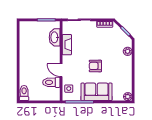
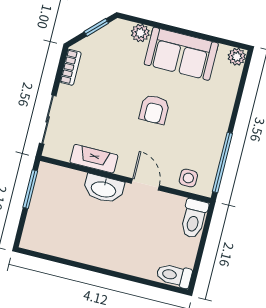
washbasin: (55, 37) -> (104, 189), moved
door: (61, 70) -> (145, 184), swing flipped
toilet: (51, 82) -> (194, 219), moved
sofa: (96, 92) -> (181, 54), moved, turned -90

